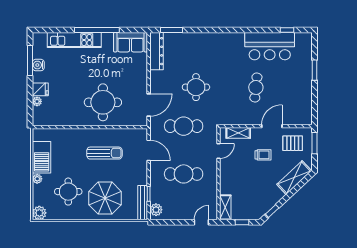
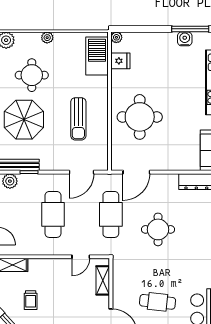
fridge: (40, 89) -> (120, 61), moved, turned -90
plant: (37, 101) -> (116, 37), moved
door: (149, 105) -> (136, 172), hinge flipped
door: (219, 151) -> (81, 257), hinge flipped
trolley: (263, 155) -> (31, 300), moved
barbecue: (42, 157) -> (97, 56), moved, turned 90

